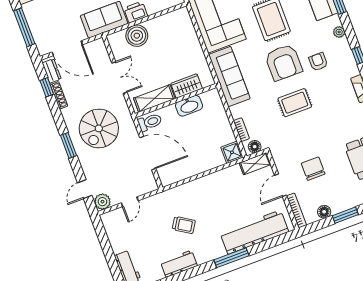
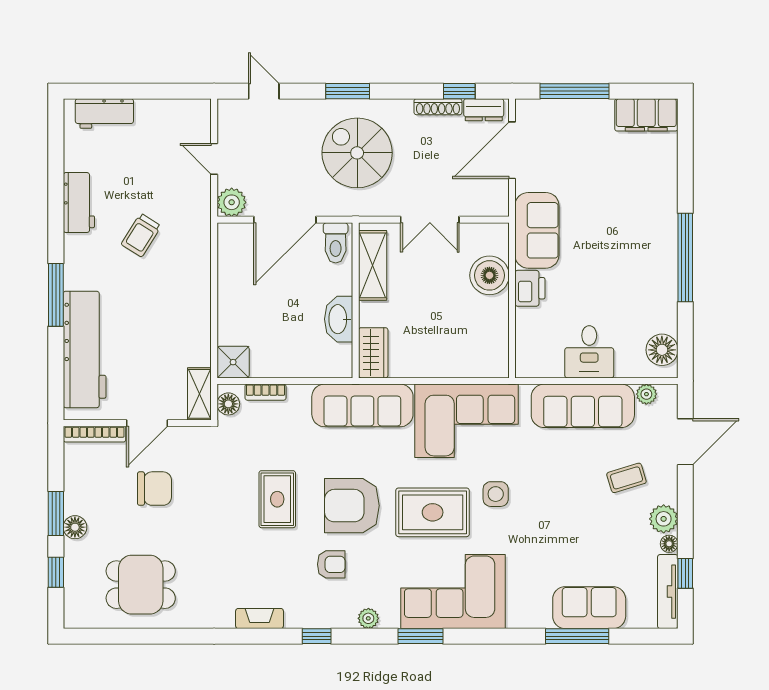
wardrobe: (187, 86) -> (373, 353), moved
door: (281, 185) -> (147, 423), swing flipped
plant: (102, 202) -> (232, 202), moved
floor lamp: (324, 212) -> (75, 527), moved

